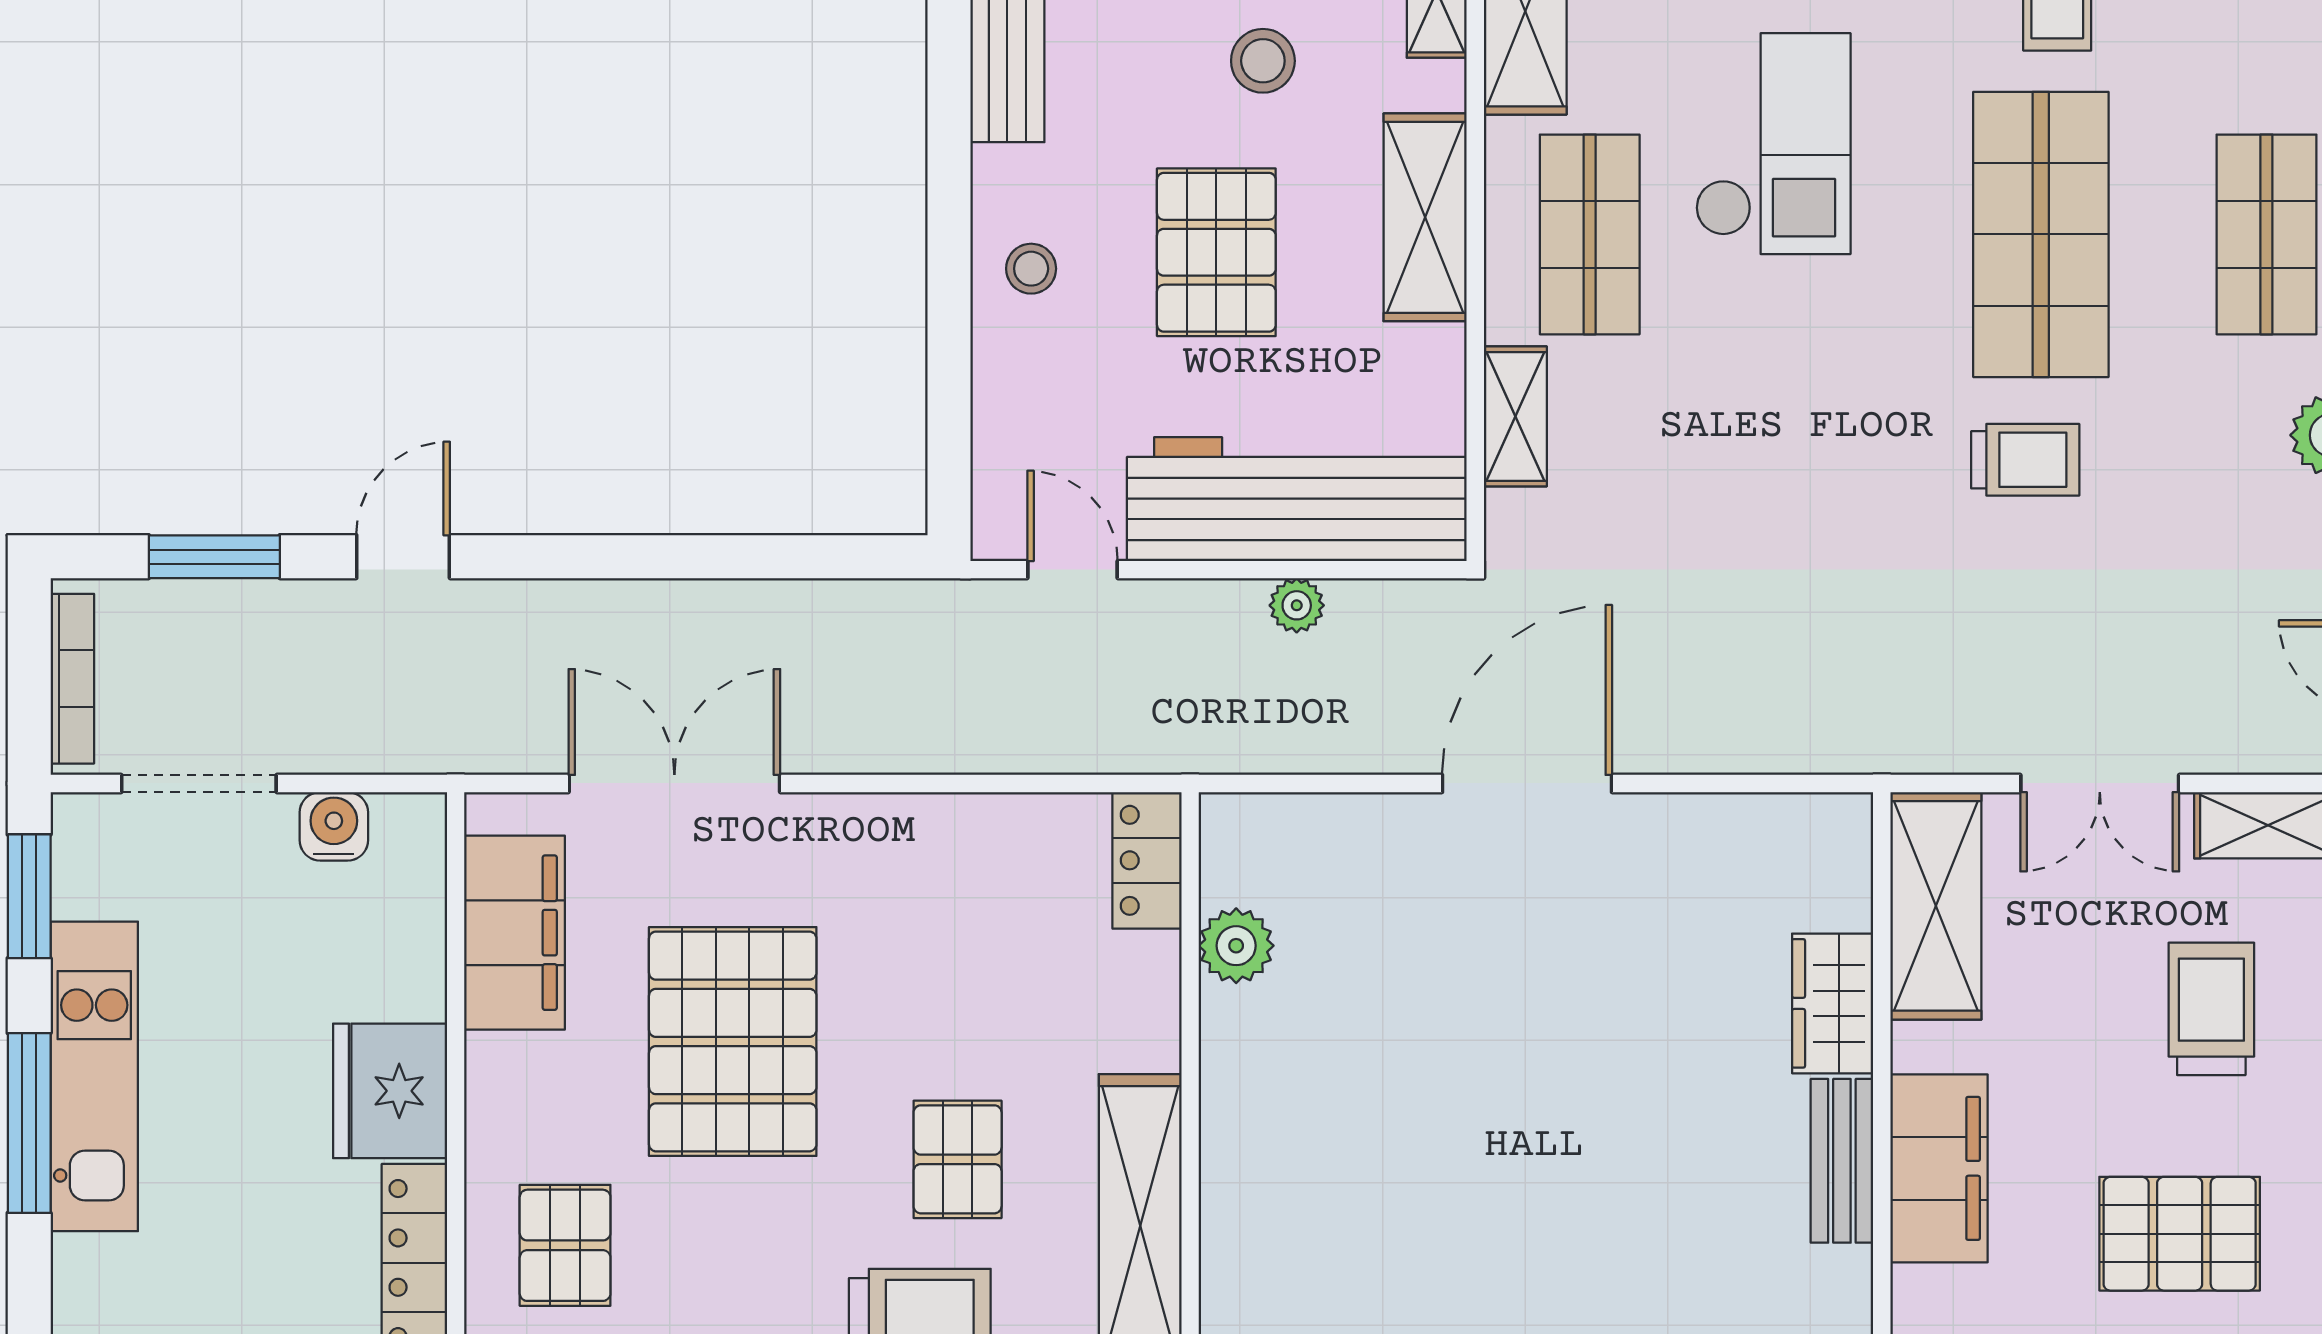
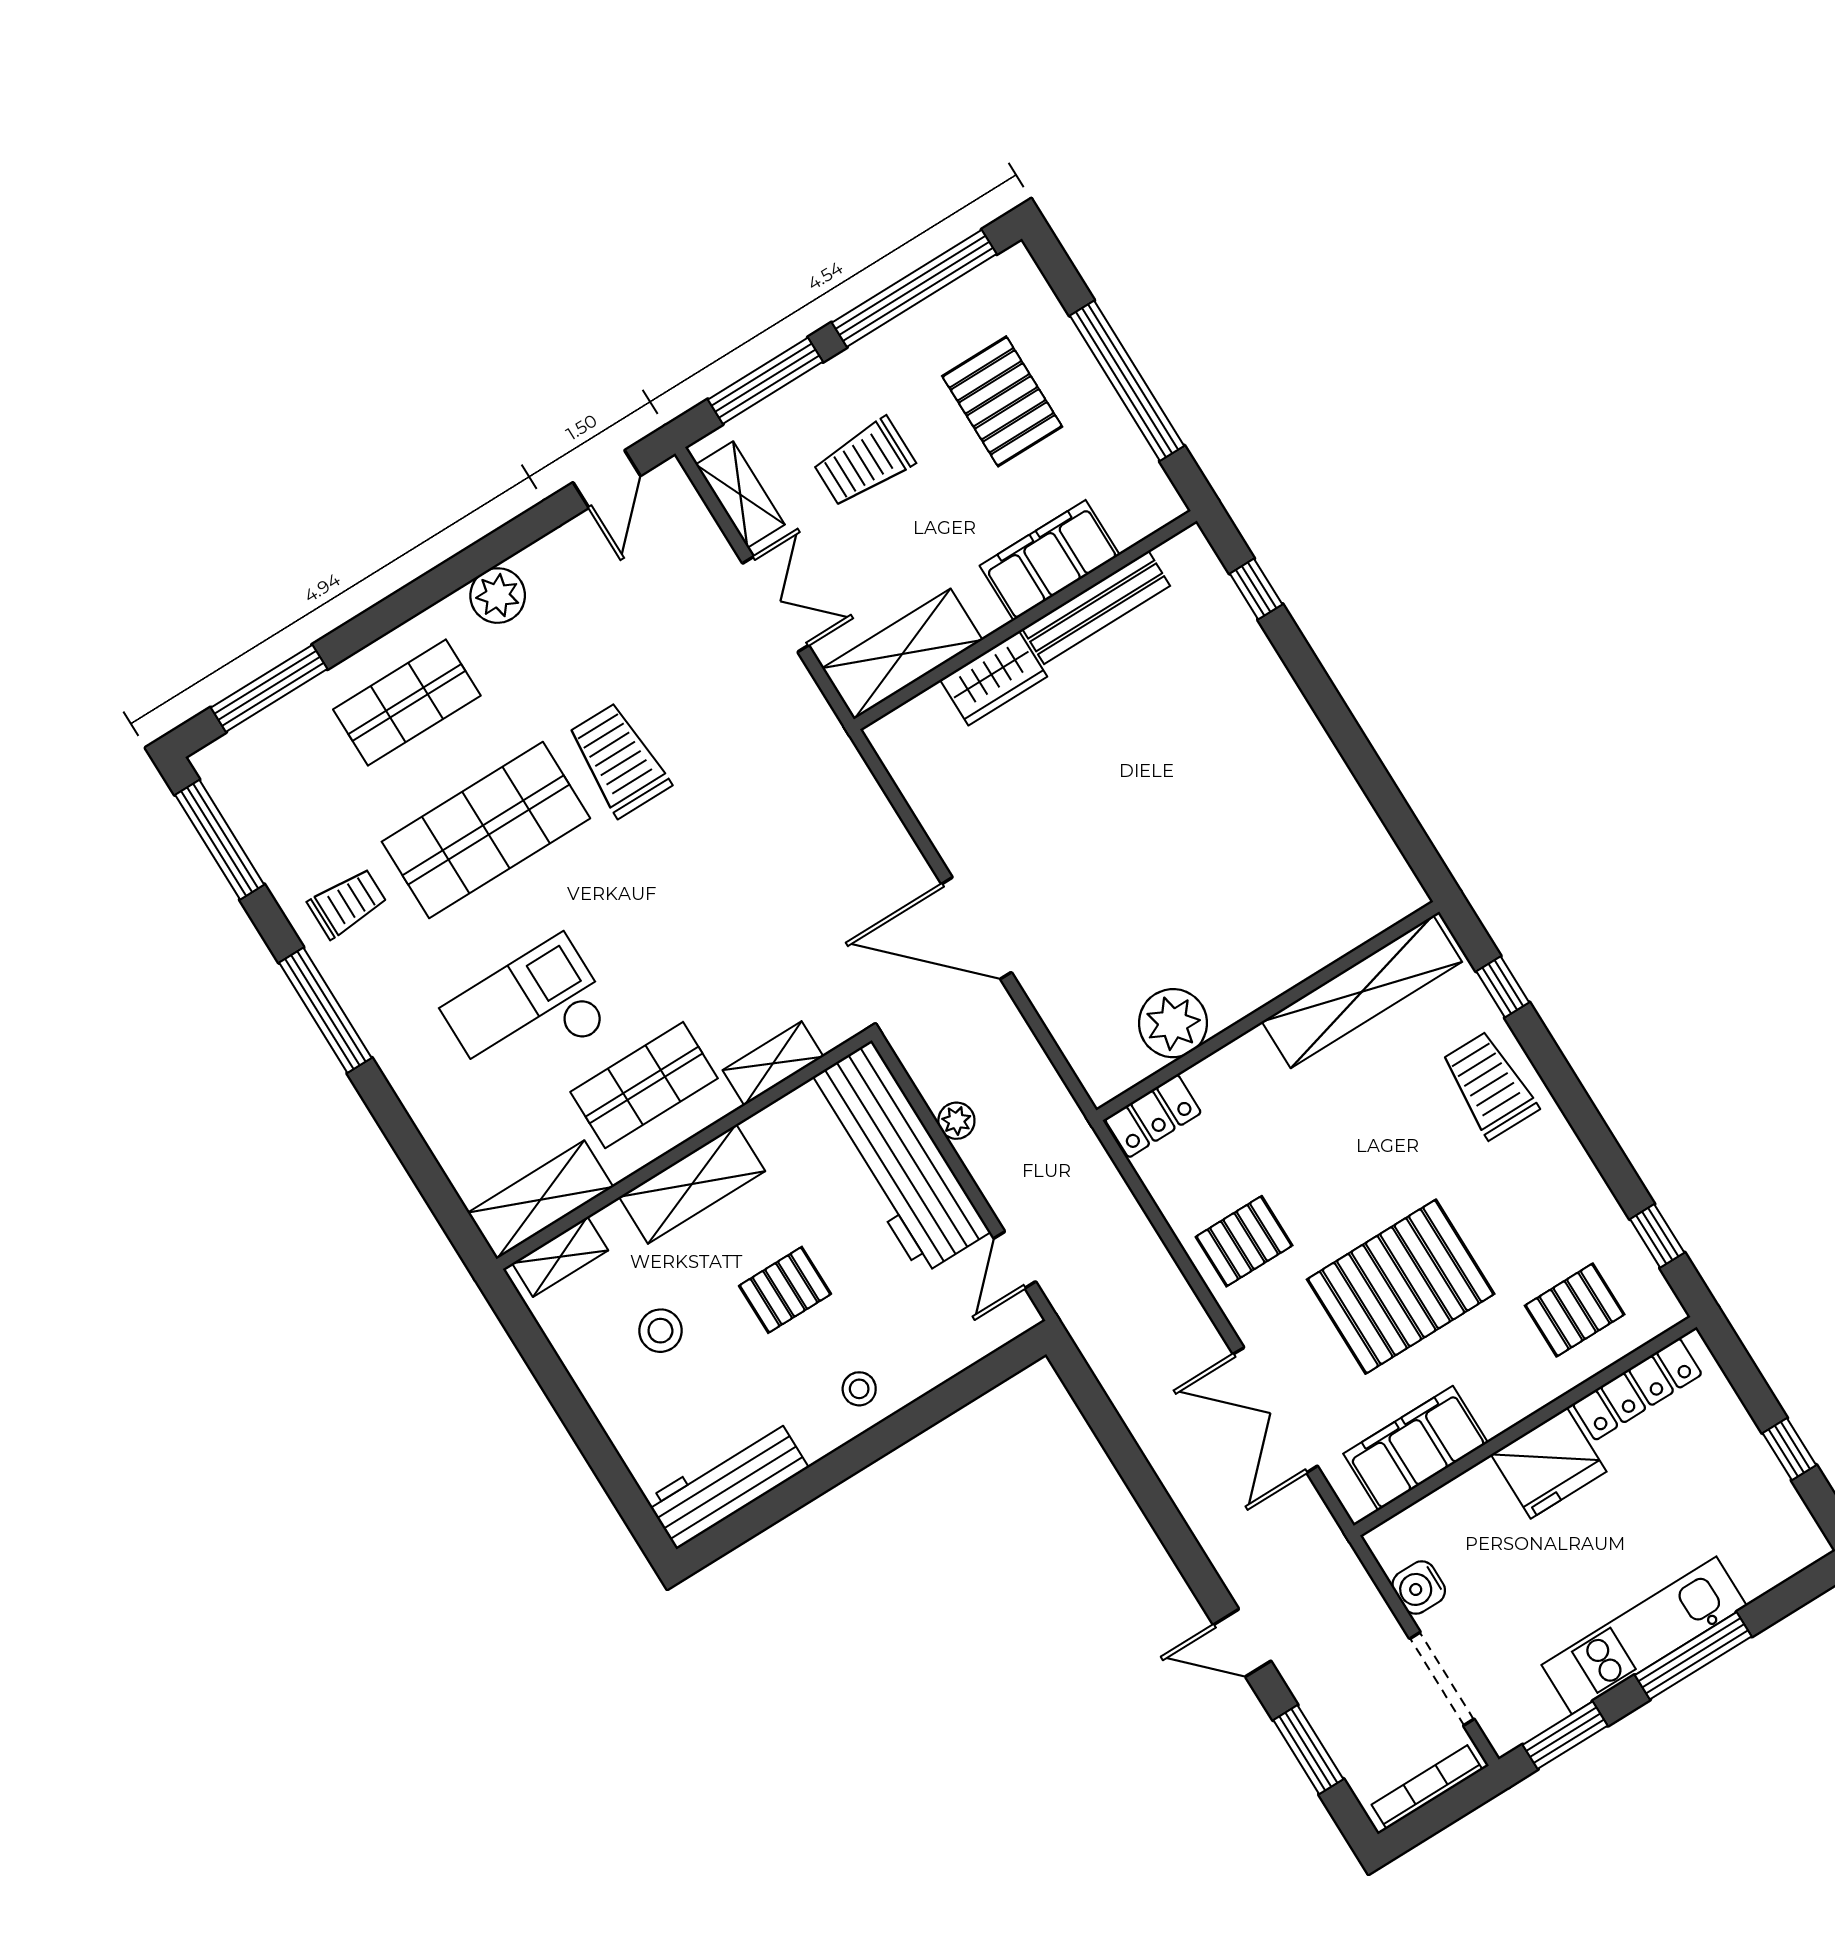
pallet: (1216, 252) -> (785, 1290), width x0.67, depth x0.71
trolley: (2025, 460) -> (619, 760), width x1.36, depth x1.39
plant: (1236, 946) -> (1173, 1023), width x1.36, depth x1.36
pallet: (958, 1159) -> (1244, 1241), moved
bench: (1842, 1161) -> (1096, 607), width x1.36

